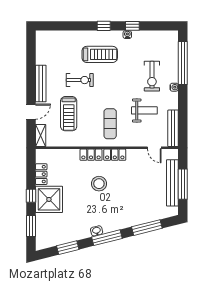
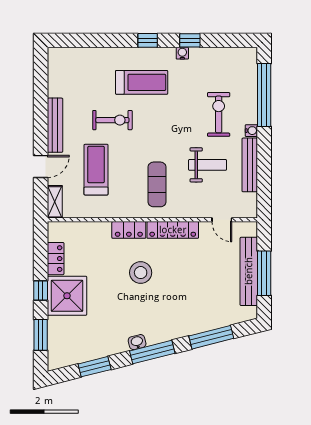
exercise bike: (152, 76) -> (219, 114), turned 180
treadmill: (69, 114) -> (96, 170), turned 180
bench: (173, 128) -> (250, 165), moved
locker: (115, 155) -> (173, 230), width x1.53

